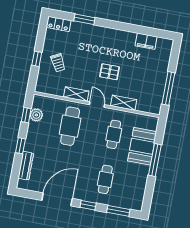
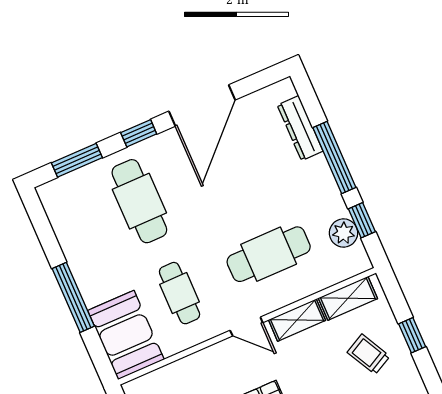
shelving: (124, 103) -> (348, 298), moved
cafe table: (70, 126) -> (269, 254), turned 90
window: (20, 146) -> (334, 158), width x2.17
booth: (142, 146) -> (126, 335), moved
cafe table: (105, 179) -> (139, 201), width x1.37, depth x1.35

